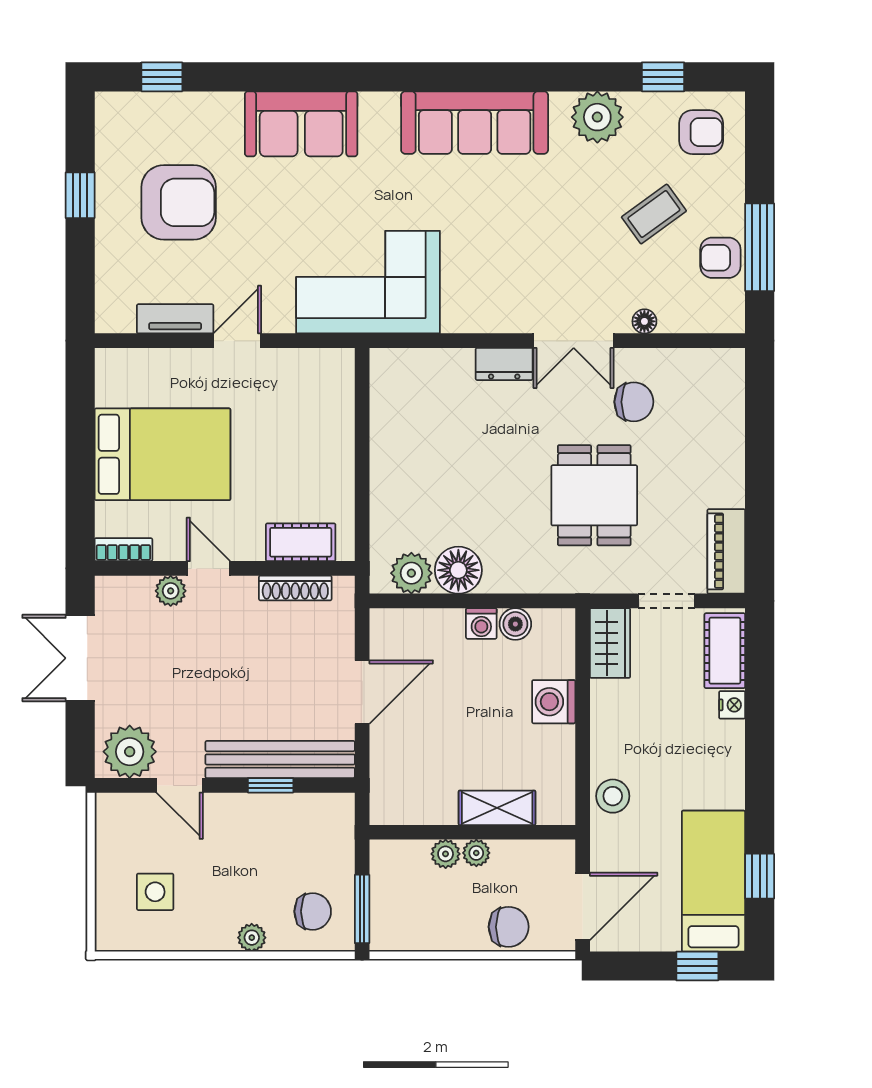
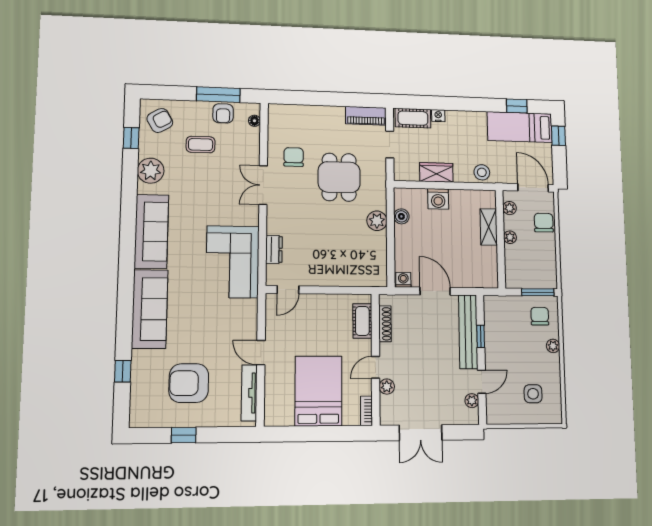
window: (162, 77) -> (123, 371), moved
sofa: (301, 124) -> (150, 309), width x1.36
armchair: (701, 132) -> (160, 120), turned 60
armchair: (179, 202) -> (189, 383), turned -90
coffee table: (654, 214) -> (201, 145), turned -54
corner sofa: (368, 282) -> (233, 262), moved
tv unit: (175, 319) -> (249, 393), width x1.41
floor lamp: (644, 321) -> (254, 121), moved
double door: (574, 341) -> (263, 185), swing flipped
dresser: (504, 364) -> (274, 249), moved
door: (362, 393) -> (288, 290), added
dining table: (594, 495) -> (339, 177), turned 90
floor lamp: (458, 570) -> (376, 243), removed
plant: (411, 573) -> (377, 221), moved
washing machine: (481, 623) -> (403, 280), moved, turned -90
wardrobe: (610, 643) -> (436, 172), moved
plant: (130, 752) -> (472, 401), width x0.53, depth x0.53
plant: (446, 854) -> (510, 208), moved

